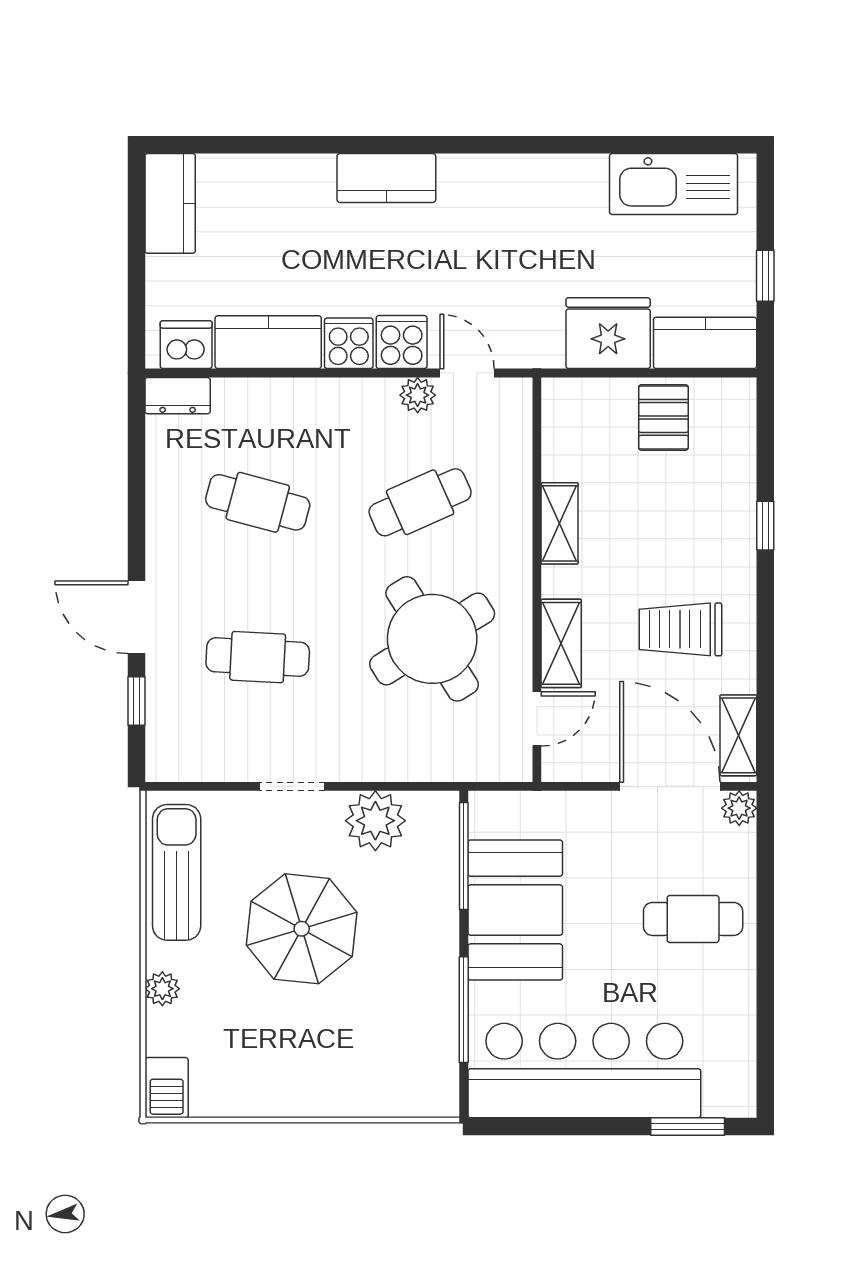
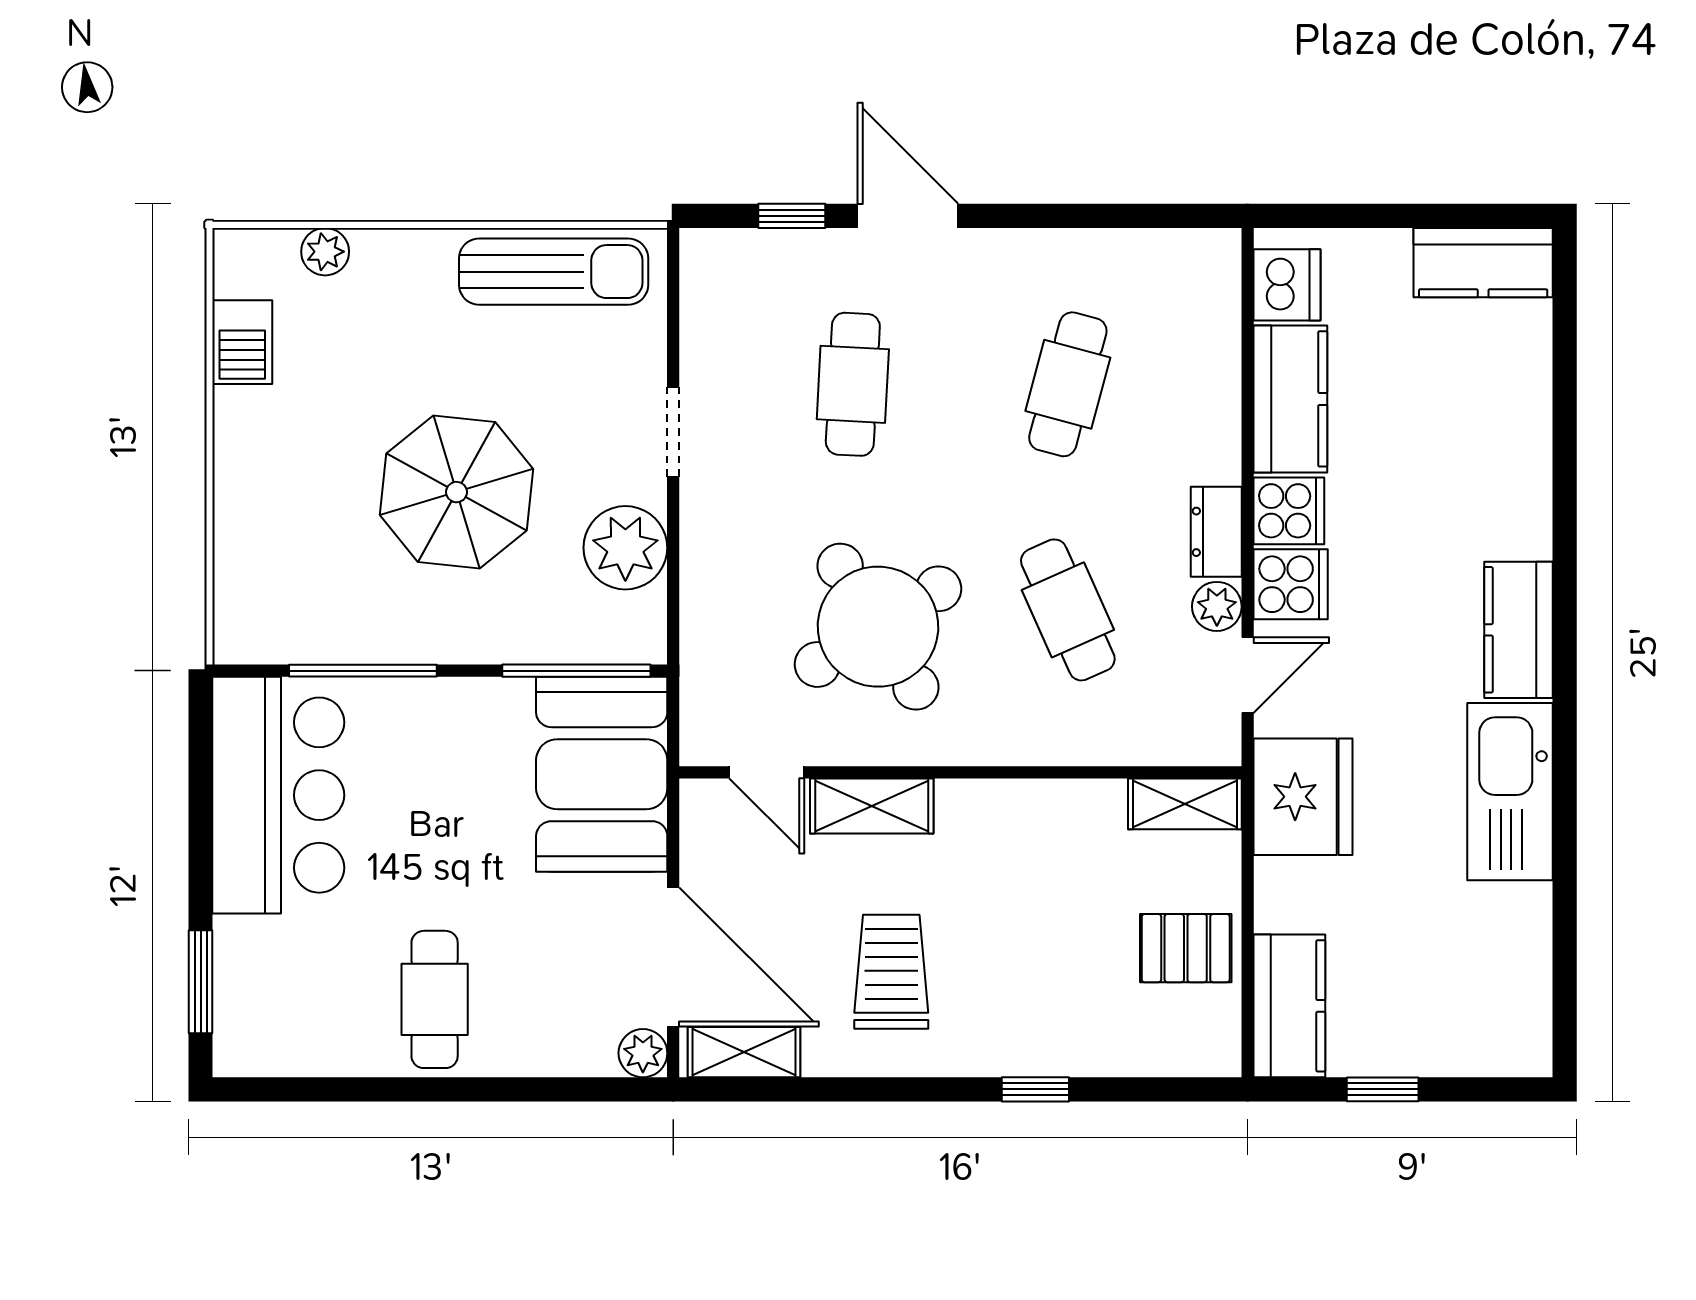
kitchen counter: (386, 178) -> (1519, 630), moved
kitchen sink: (674, 184) -> (1510, 792), moved
fridge: (608, 333) -> (1303, 797), moved
dresser: (178, 396) -> (1216, 532), moved
shelving: (560, 523) -> (1185, 804), moved
door: (137, 617) -> (908, 216), hinge flipped
door: (670, 786) -> (673, 957), hinge flipped
booth: (515, 910) -> (602, 774), moved, turned 90
cafe table: (693, 919) -> (435, 999), moved
parasol: (302, 929) -> (457, 492), moved
plant: (162, 989) -> (325, 252), moved
bar counter: (584, 1071) -> (278, 795), width x0.73
barbecue: (167, 1088) -> (242, 342), moved, turned -90

